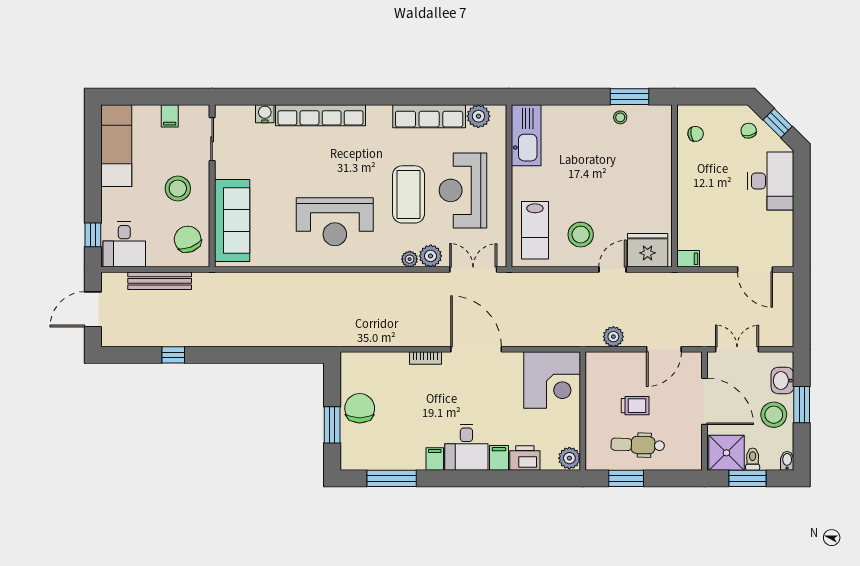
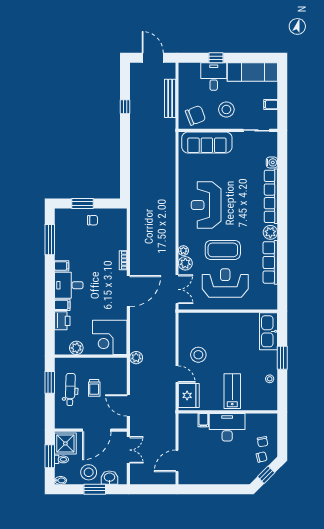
window: (629, 97) -> (282, 358), moved
plant: (478, 116) -> (270, 232), moved
chair: (696, 134) -> (263, 442), moved
kitchen sink: (526, 135) -> (268, 331), moved, turned 90
desk: (771, 181) -> (227, 427), moved, turned 180
lab bench: (535, 230) -> (232, 391), moved, turned 90
window: (93, 235) -> (216, 58), moved
desk: (124, 244) -> (214, 77), moved, turned 90
filing cabinet: (688, 259) -> (203, 420), moved
plant: (613, 337) -> (136, 358), moved
chair: (360, 408) -> (93, 220), width x0.54, depth x0.54
plant: (569, 458) -> (76, 348), moved

